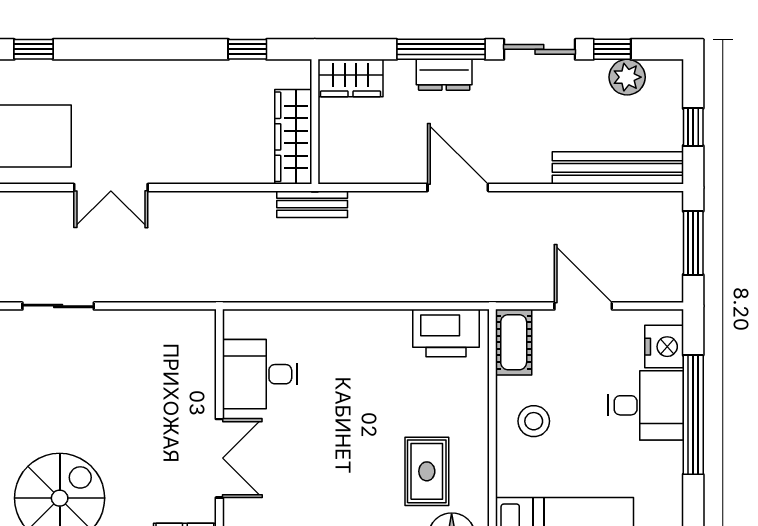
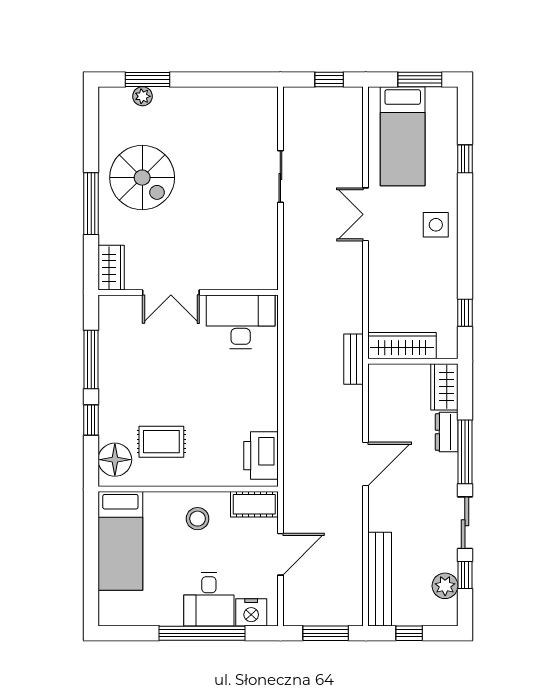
dresser: (444, 75) -> (447, 432), moved
side table: (125, 90) -> (436, 225), added
desk: (260, 374) -> (241, 322), width x1.37

